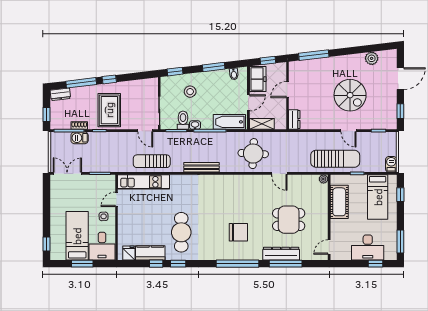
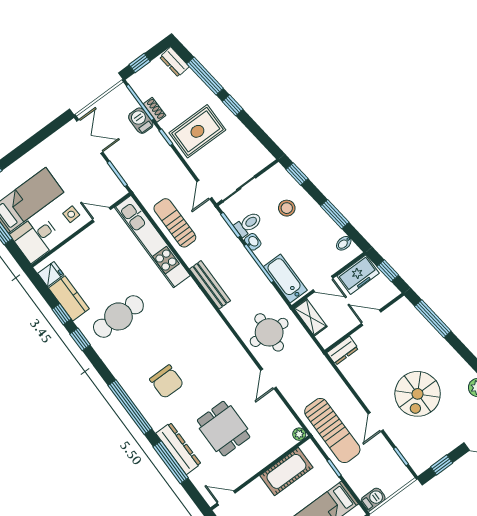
kitchen unit: (144, 182) -> (152, 242), width x1.36

